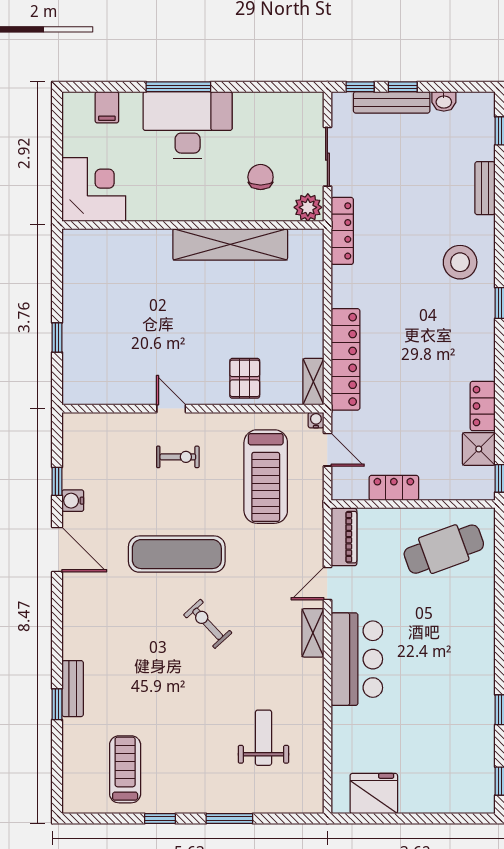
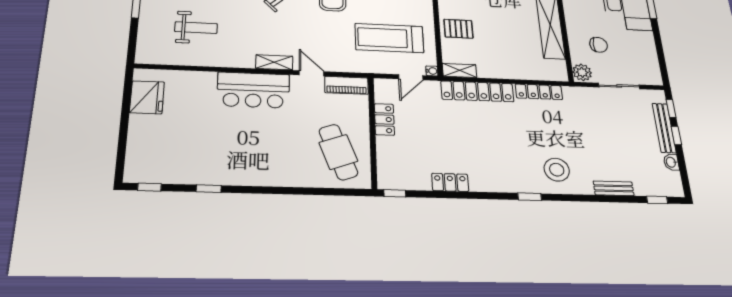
locker: (342, 231) -> (539, 92), moved
shower: (479, 449) -> (417, 179), removed

